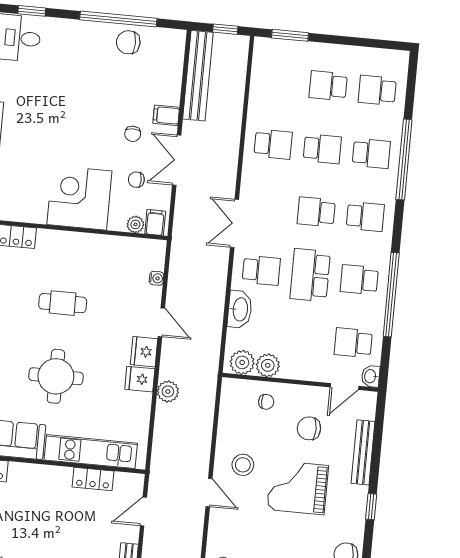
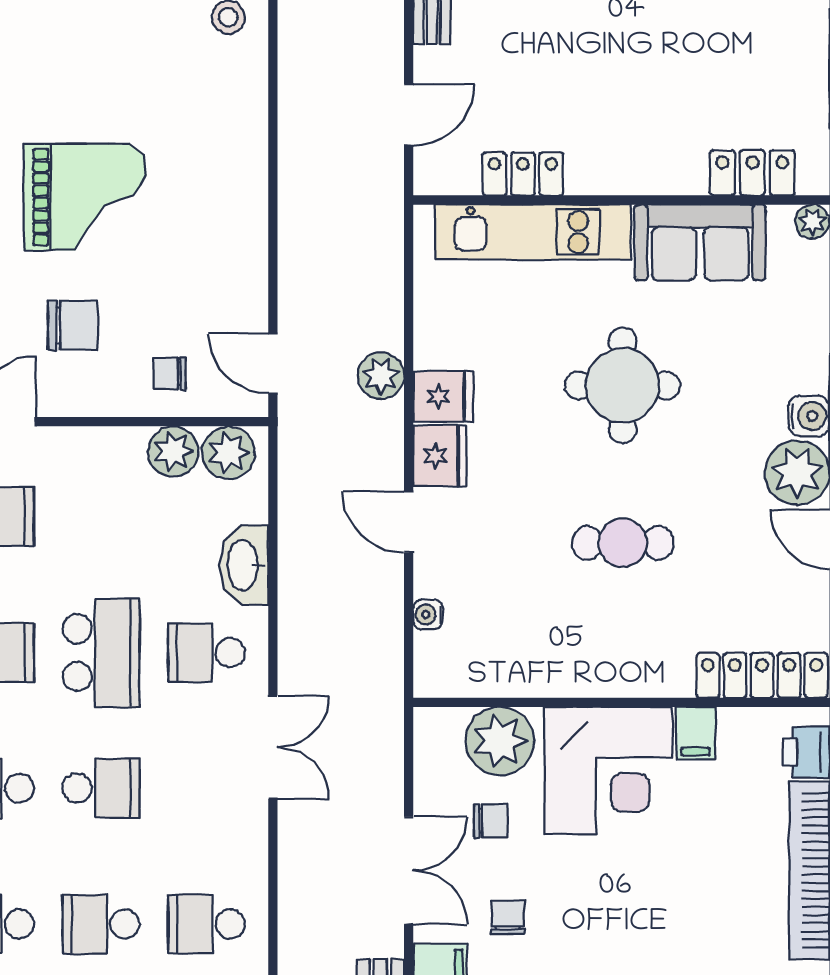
filing cabinet: (155, 223) -> (696, 733), moved
plant: (135, 224) -> (500, 741), width x1.87, depth x1.87
stool: (243, 465) -> (206, 234), removed
door: (209, 493) -> (273, 364), moved

